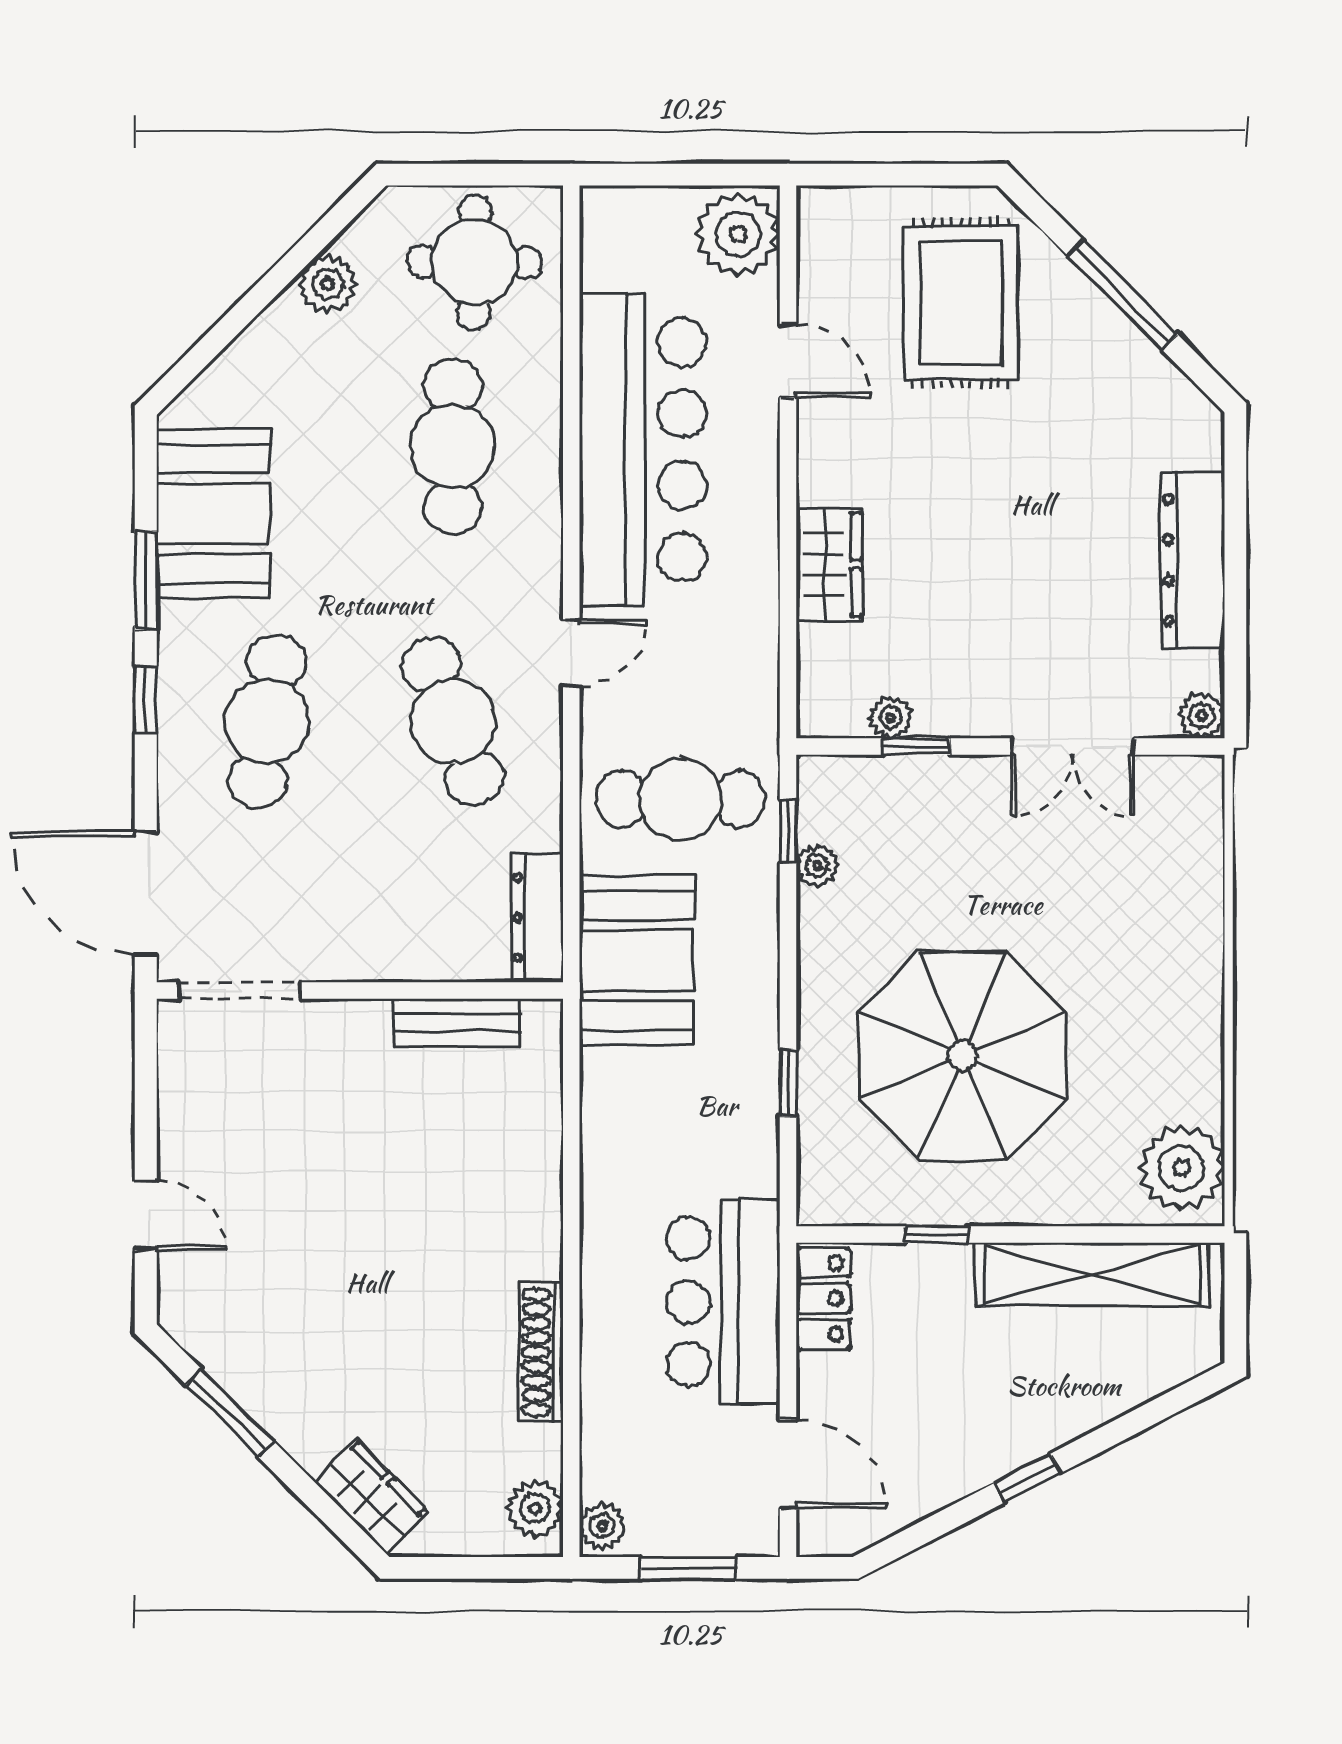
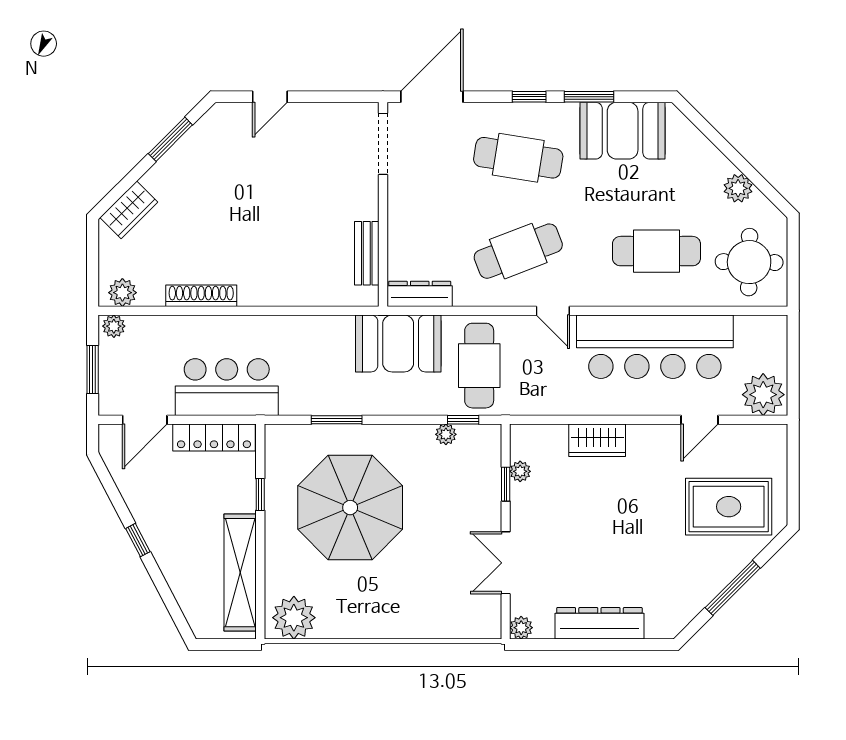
window: (788, 1083) -> (337, 420), width x1.50
locker: (823, 1298) -> (214, 437), width x1.53

